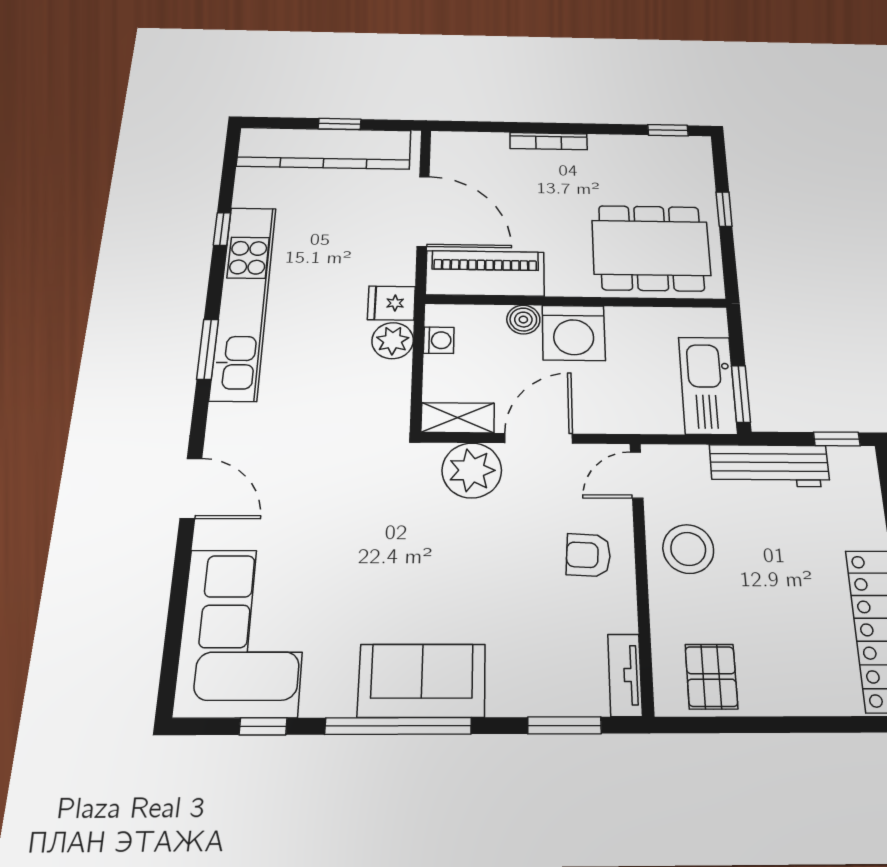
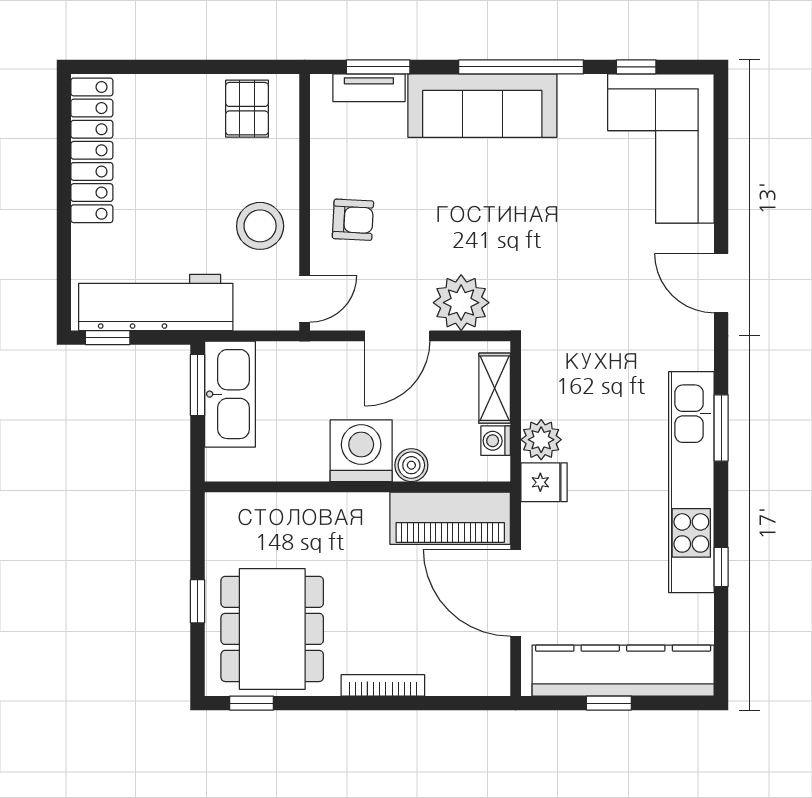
dining table: (651, 248) -> (272, 629), moved, turned 90
shelving: (458, 418) -> (495, 388), moved, turned 90
workbench: (769, 466) -> (156, 302), width x1.36, depth x1.32
tv unit: (625, 675) -> (369, 88), moved, turned 90
sofa: (422, 681) -> (482, 106), width x1.36

